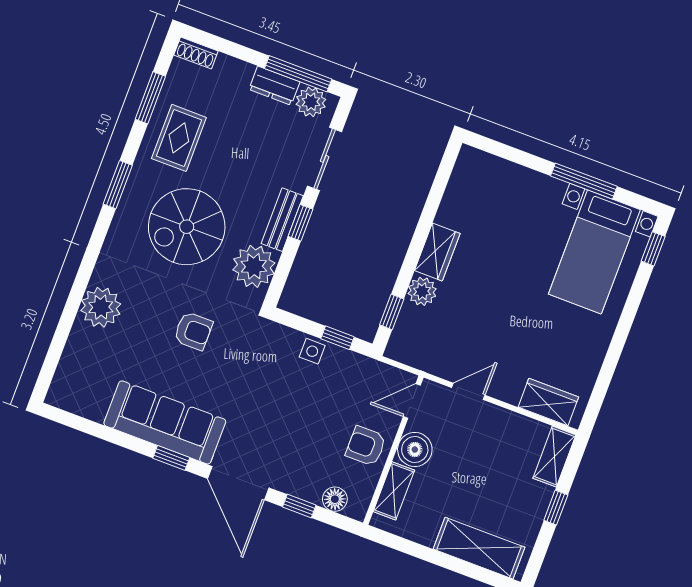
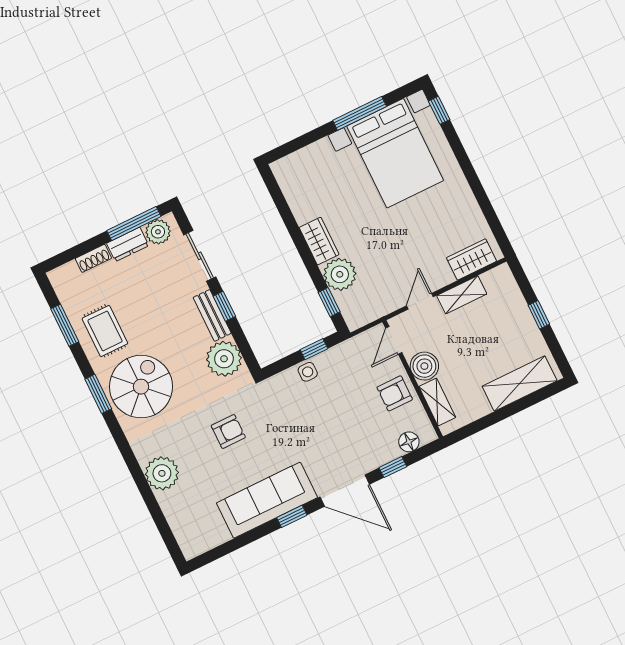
shoe rack: (196, 53) -> (93, 258), moved
spiral stairs: (187, 227) -> (141, 387), moved, turned 180
bed with nightstands: (594, 252) -> (395, 153), width x1.36
plant: (422, 291) -> (340, 274), width x1.36, depth x1.36
shelving: (554, 457) -> (462, 295), moved, turned 90

